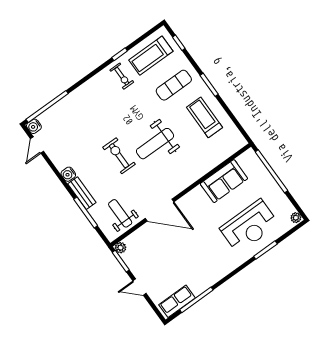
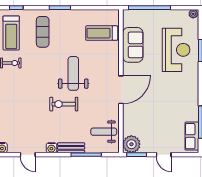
treadmill: (205, 117) -> (102, 33), moved
weight bench: (155, 144) -> (73, 73), turned 180
door: (37, 145) -> (28, 155), moved
door: (159, 210) -> (121, 90), moved
plant: (121, 248) -> (131, 144), width x1.88, depth x1.88
door: (140, 287) -> (164, 155), hinge flipped

